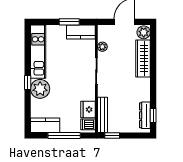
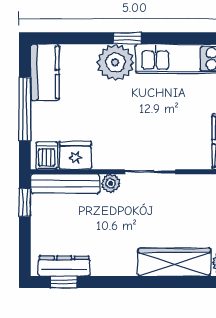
plant: (102, 47) -> (111, 183), moved

